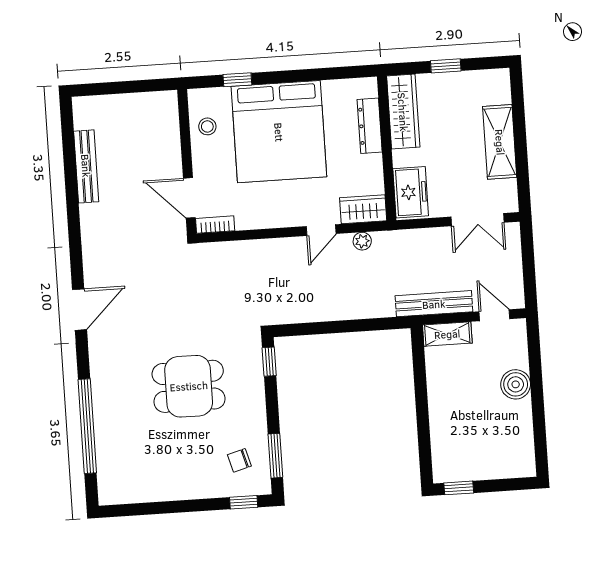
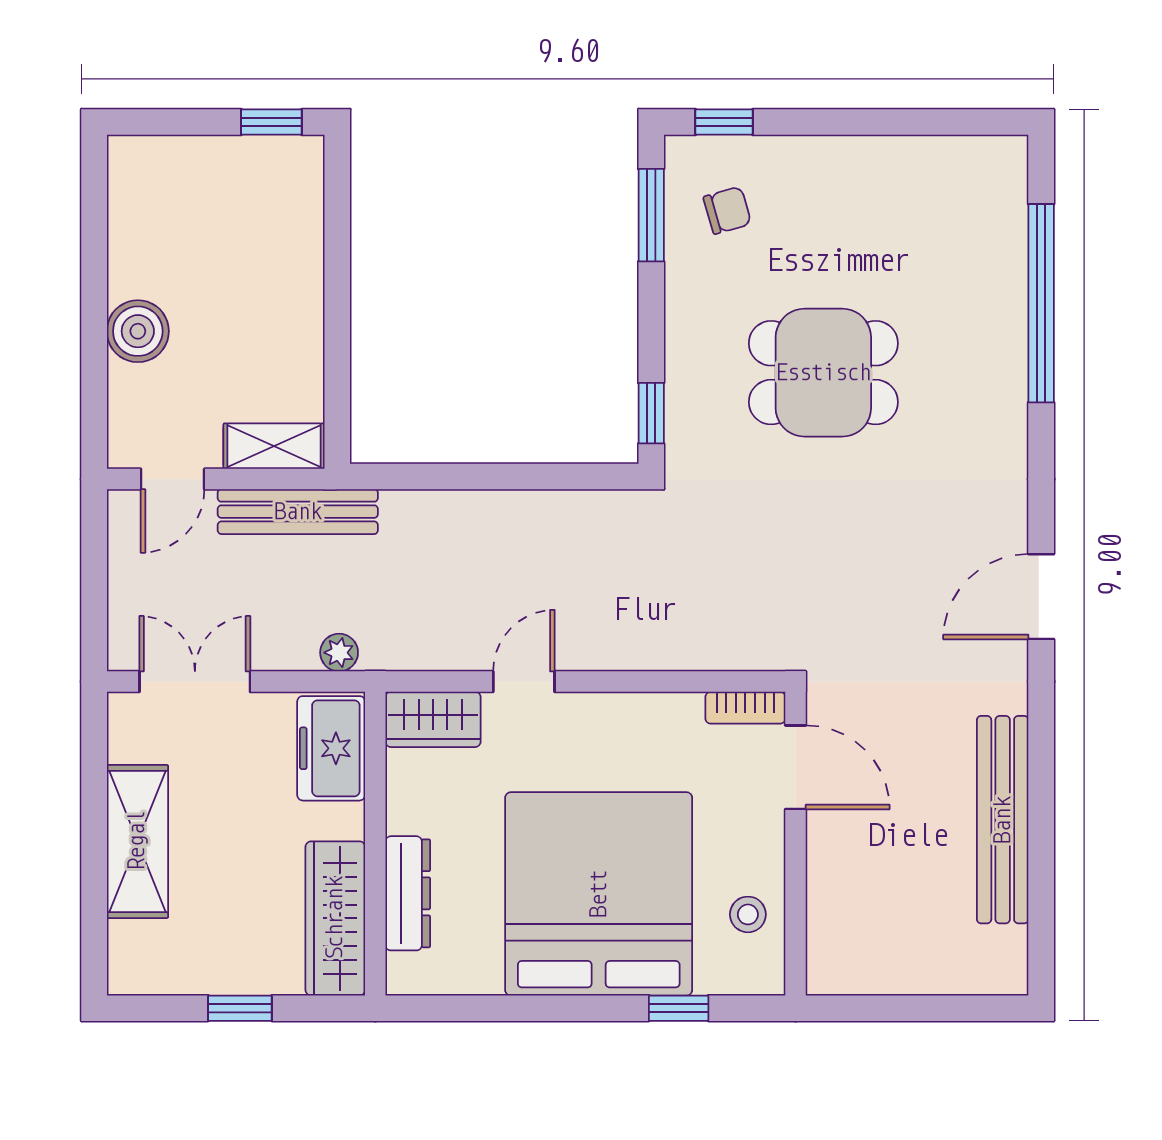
bench: (86, 166) -> (1003, 820), width x1.37, depth x1.21
plant: (362, 241) -> (339, 653), moved
door: (80, 310) -> (1041, 597), moved
door: (494, 315) -> (173, 479), hinge flipped

